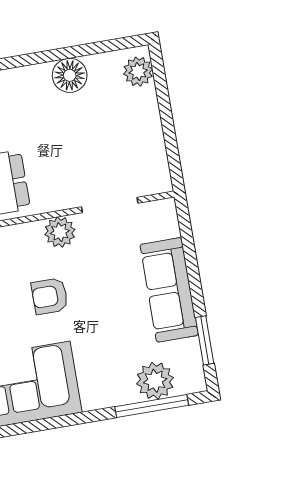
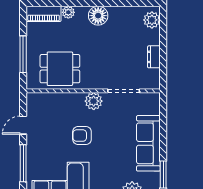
floor lamp: (70, 75) -> (98, 16), moved
dresser: (153, 136) -> (154, 57), added

